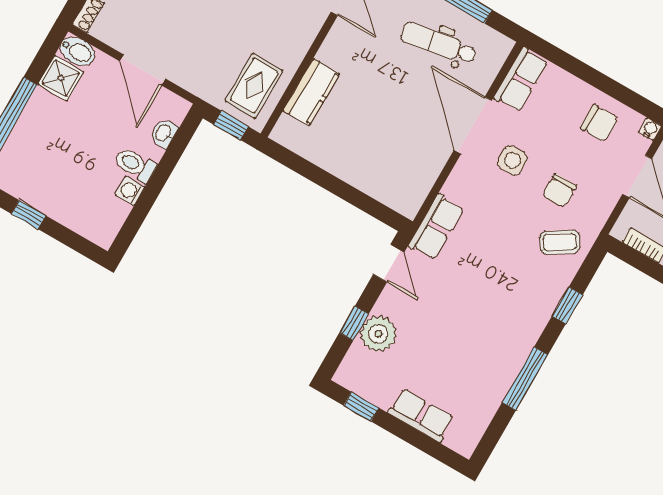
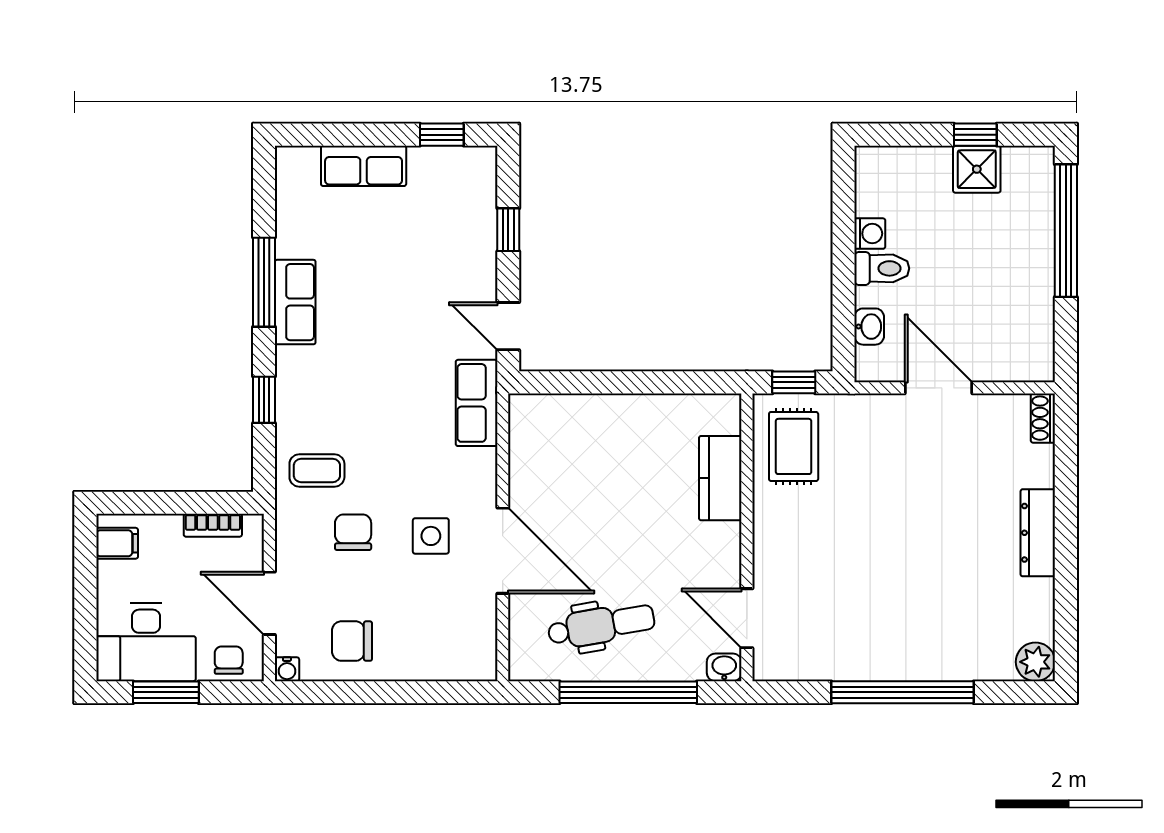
bidet: (78, 51) -> (1030, 365), removed
shower: (61, 78) -> (977, 169), moved
row of seats: (521, 80) -> (295, 302), moved, turned 180
coffee table: (560, 242) -> (317, 470), turned 33
plant: (378, 334) -> (472, 234), removed

